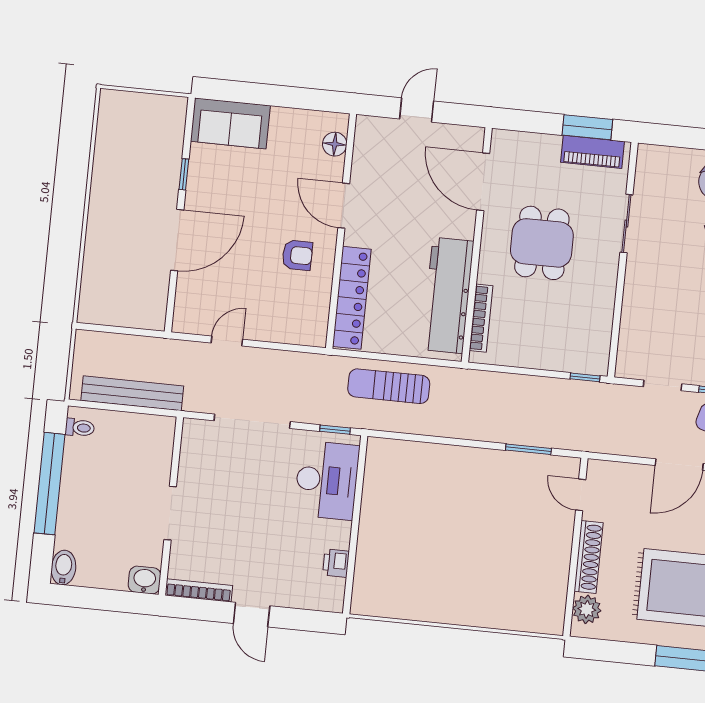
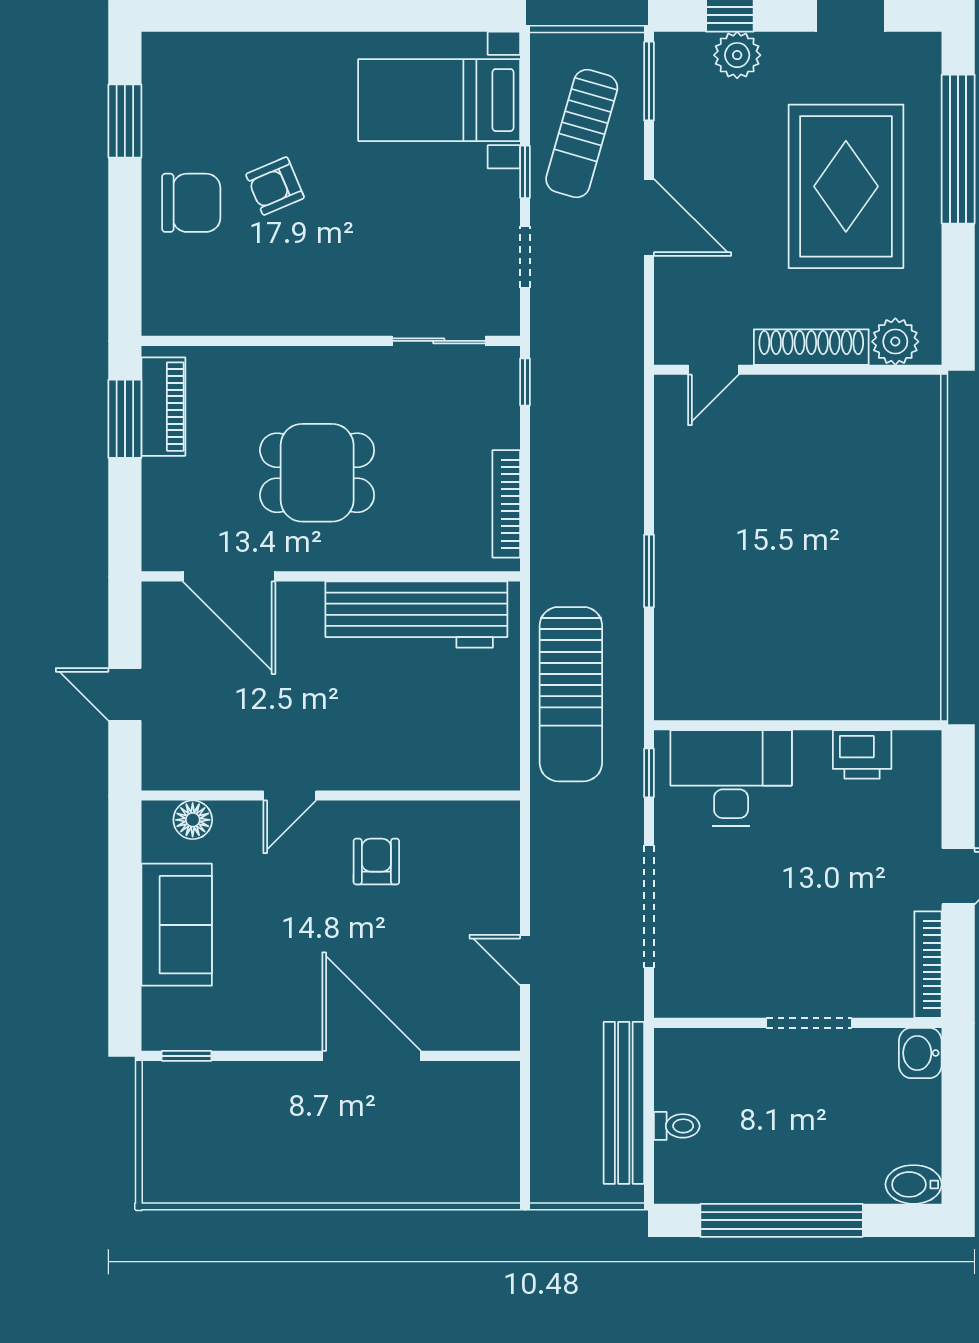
sofa: (230, 123) -> (177, 925), moved
window: (184, 174) -> (187, 1056), moved
door: (483, 182) -> (229, 576), hinge flipped
door: (344, 206) -> (290, 795), width x0.73
sliding door: (626, 224) -> (439, 341), moved
locker: (352, 298) -> (436, 768), removed
bookcase: (481, 318) -> (506, 504), moved, turned -90
sun lounger: (389, 386) -> (571, 694), width x1.36, depth x1.34
toilet: (80, 428) -> (677, 1126), moved, turned 90
window: (528, 449) -> (649, 571), moved
printer: (336, 563) -> (862, 754), width x1.36, depth x1.24

